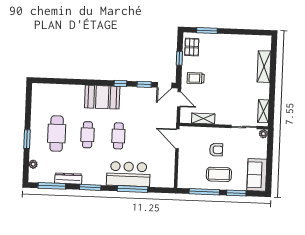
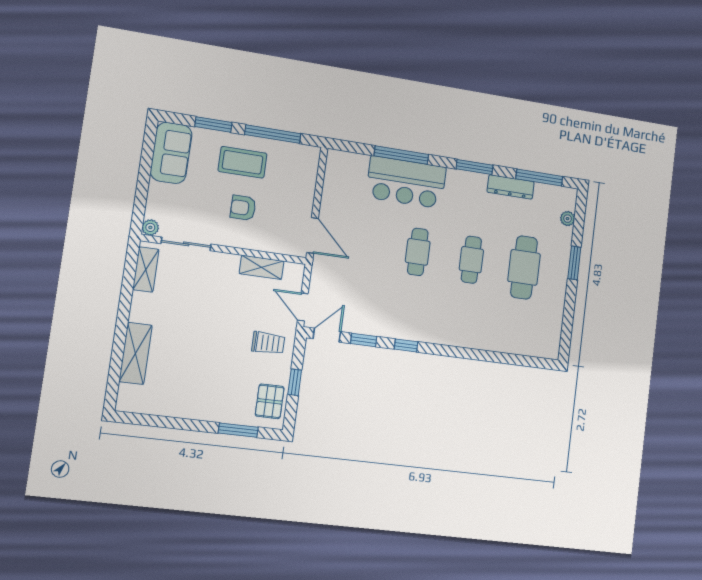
booth: (102, 97) -> (440, 324), removed

